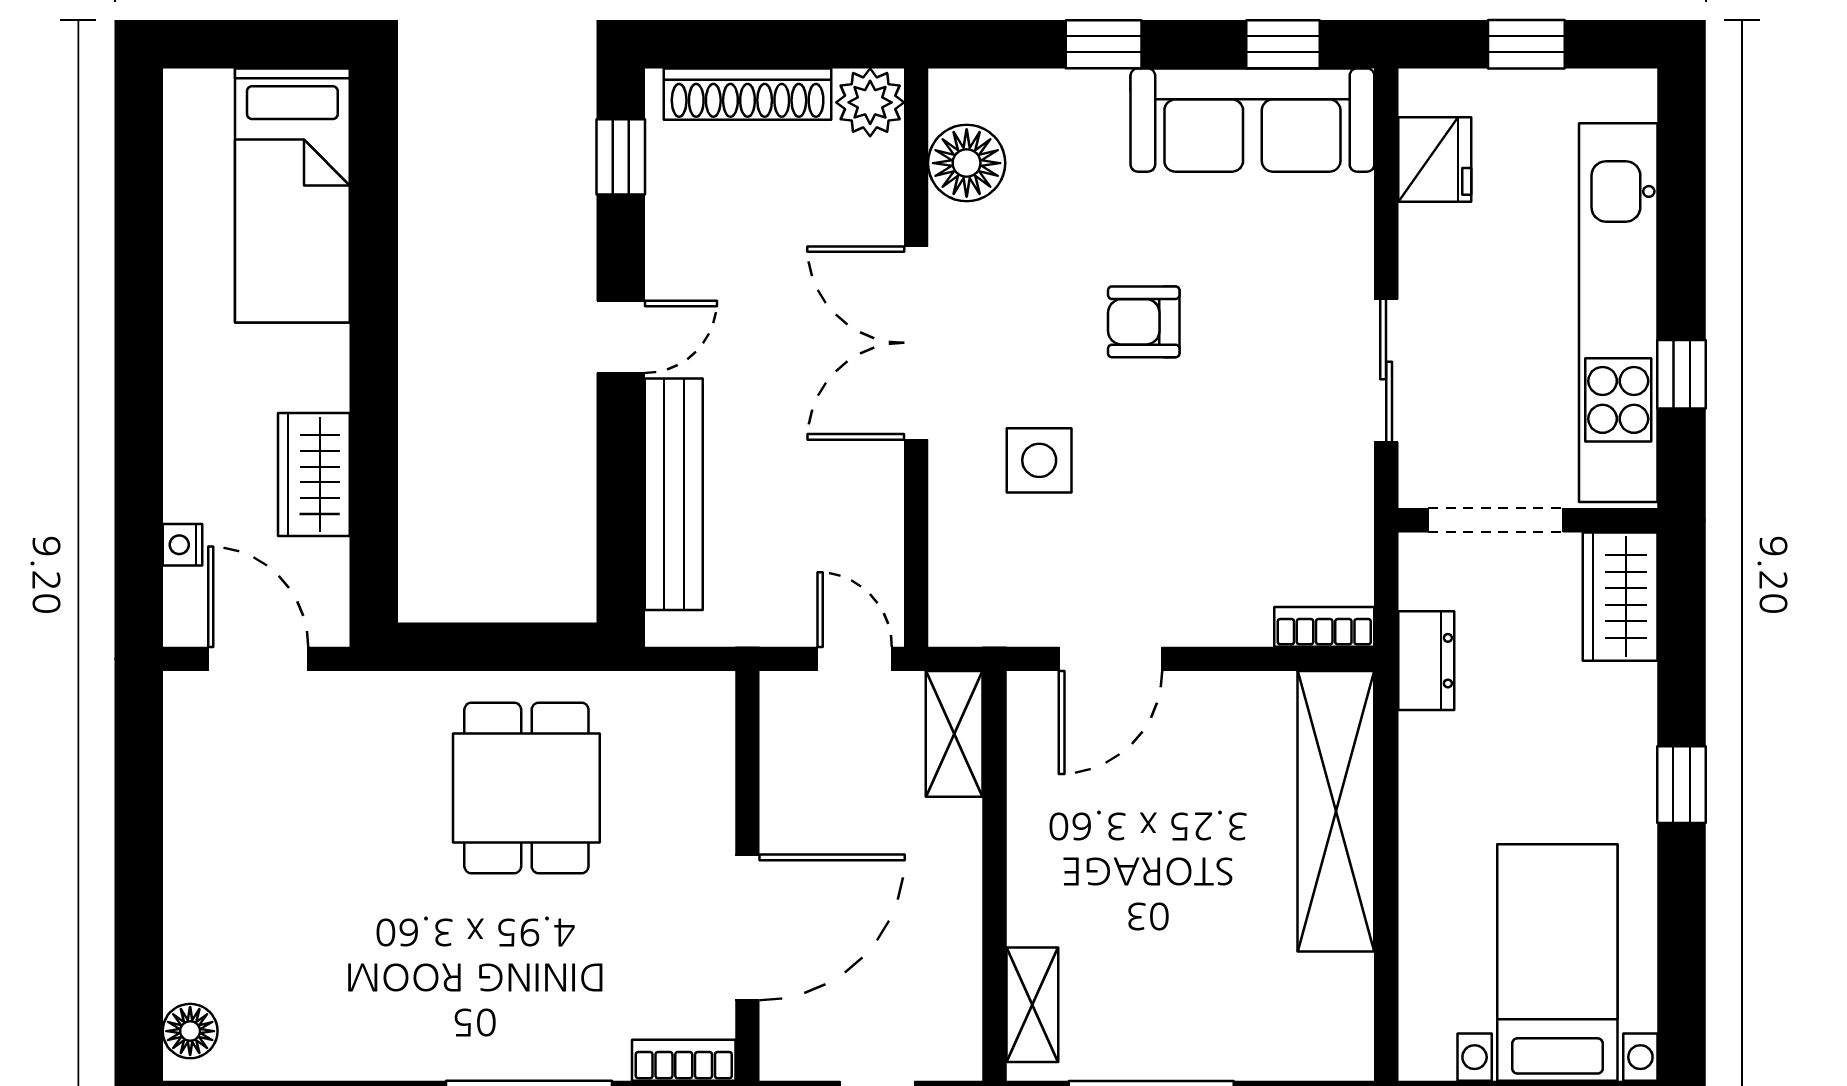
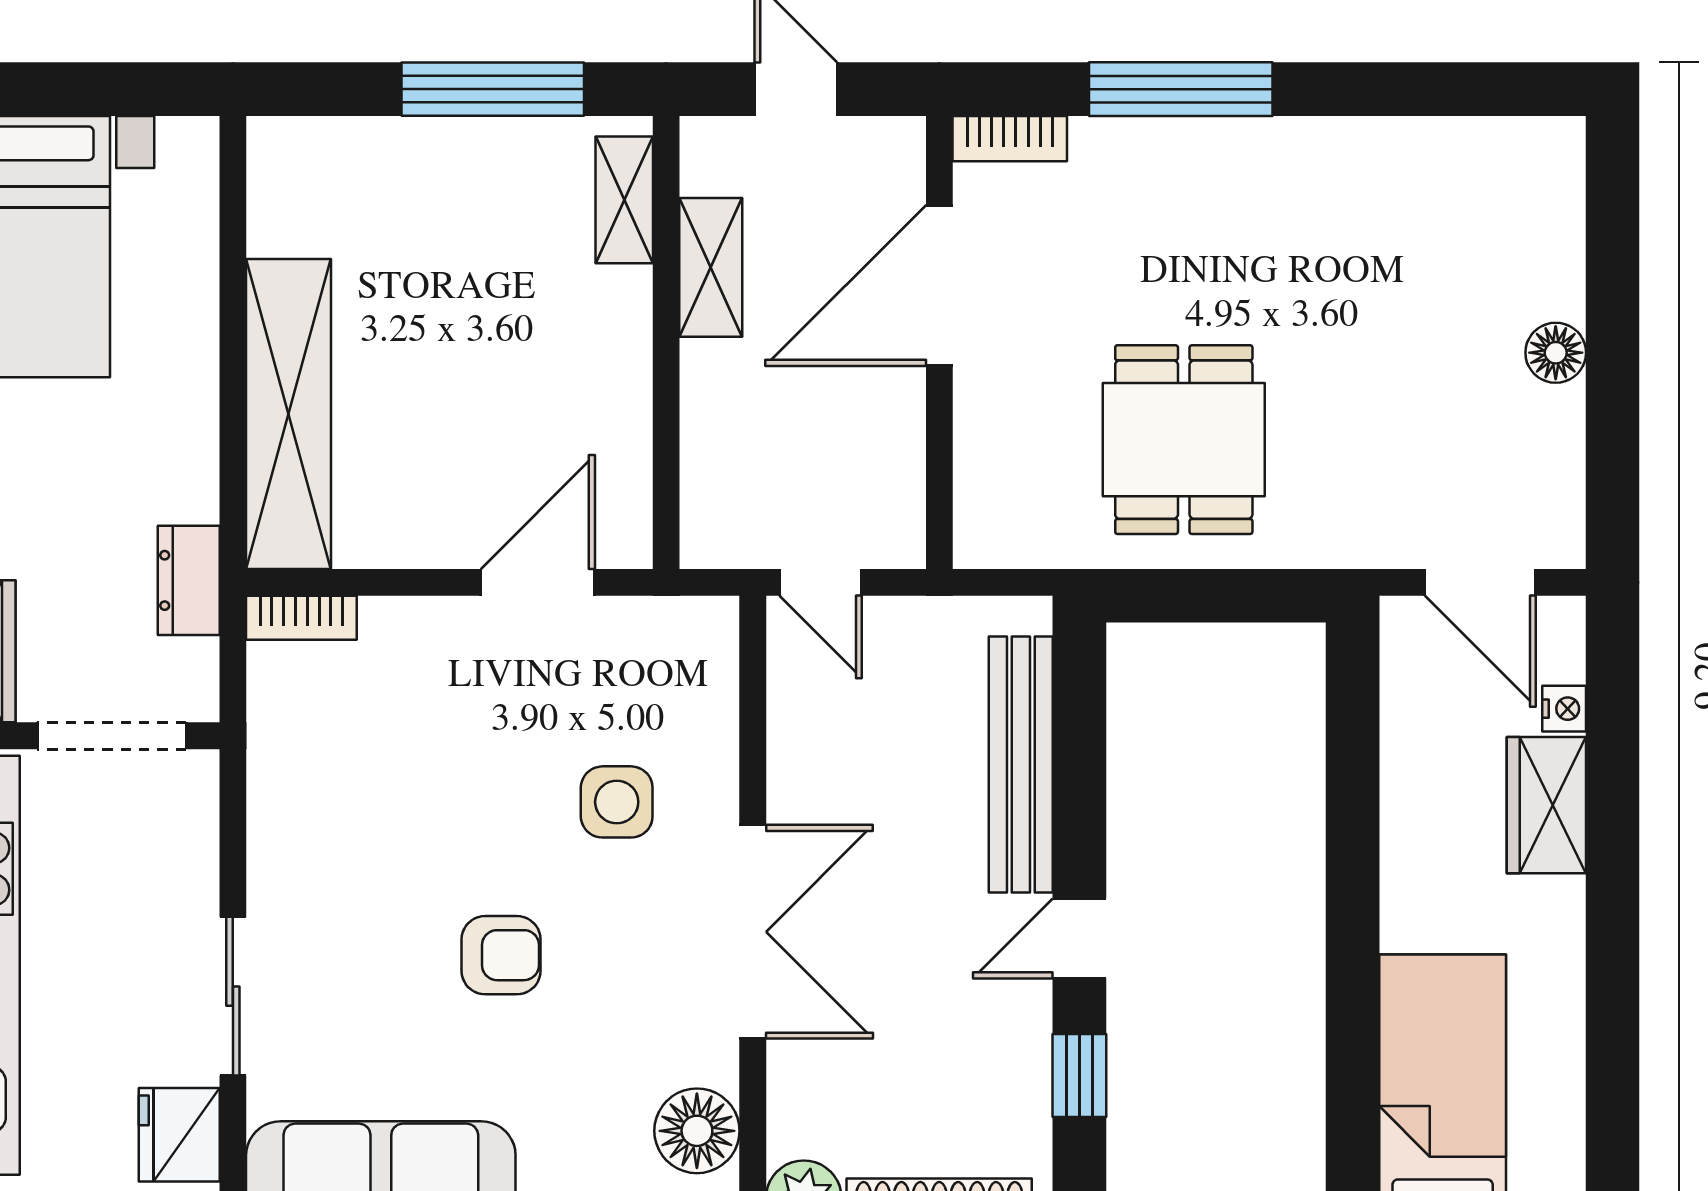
window: (621, 157) -> (1079, 1076), moved
sliding door: (1386, 371) -> (233, 996), moved
wardrobe: (314, 475) -> (1546, 805), moved, turned 180
shelving: (954, 734) -> (711, 267), moved
floor lamp: (190, 1031) -> (1556, 353), moved

